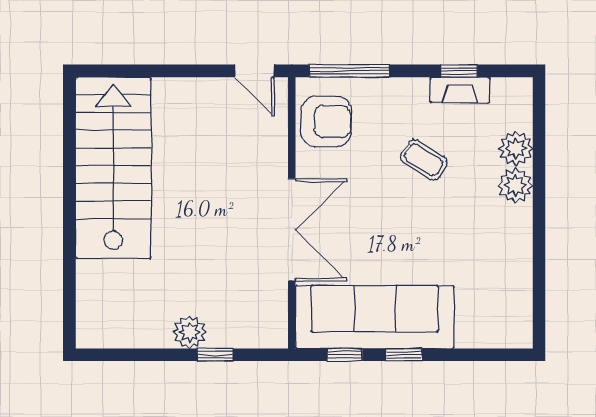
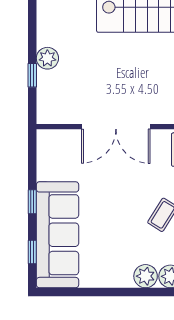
sofa: (375, 317) -> (58, 235), moved
window: (345, 355) -> (32, 252), moved

